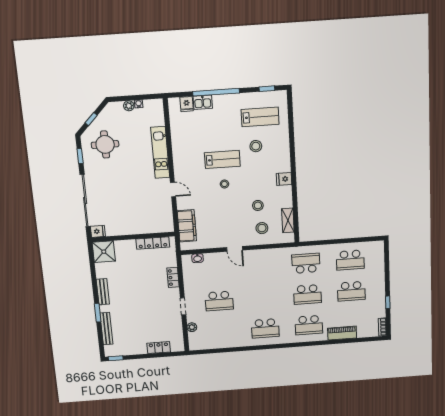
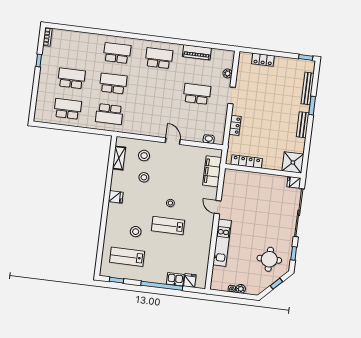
piano: (342, 333) -> (197, 52), moved

